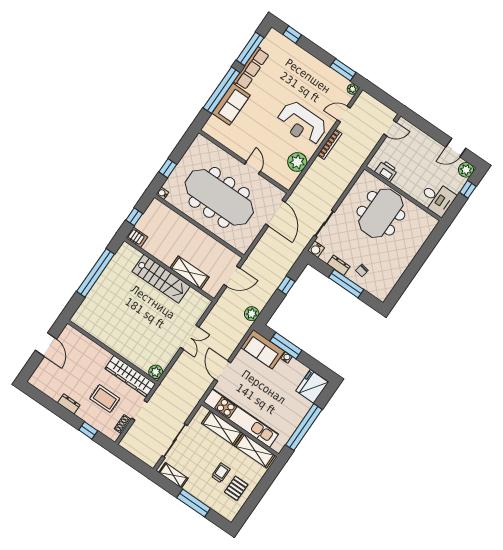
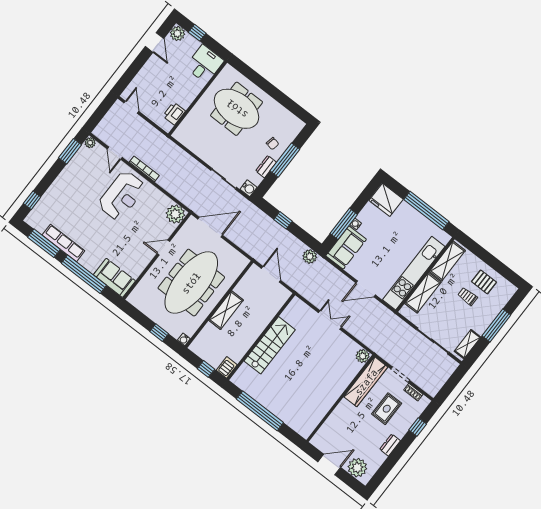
sofa: (231, 104) -> (114, 278), moved
plant: (297, 162) -> (175, 214), moved
meeting table: (381, 213) -> (237, 109), moved
shelving: (189, 273) -> (226, 310), moved
plant: (45, 373) -> (357, 468), added

